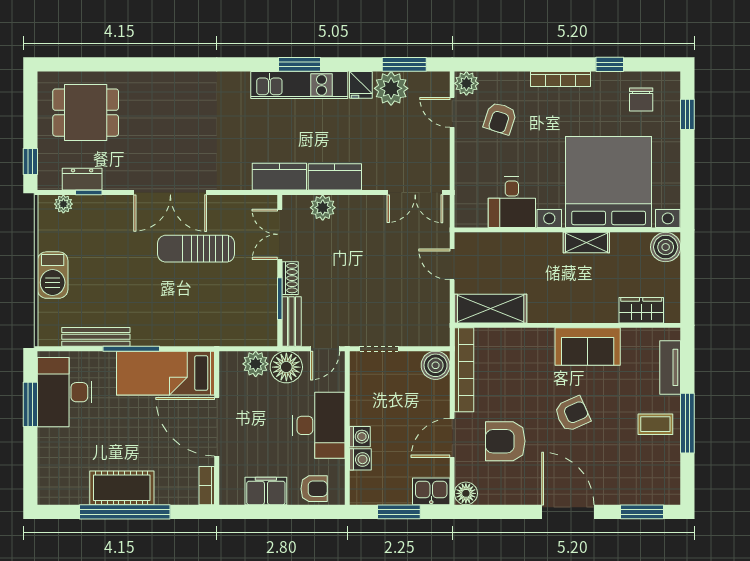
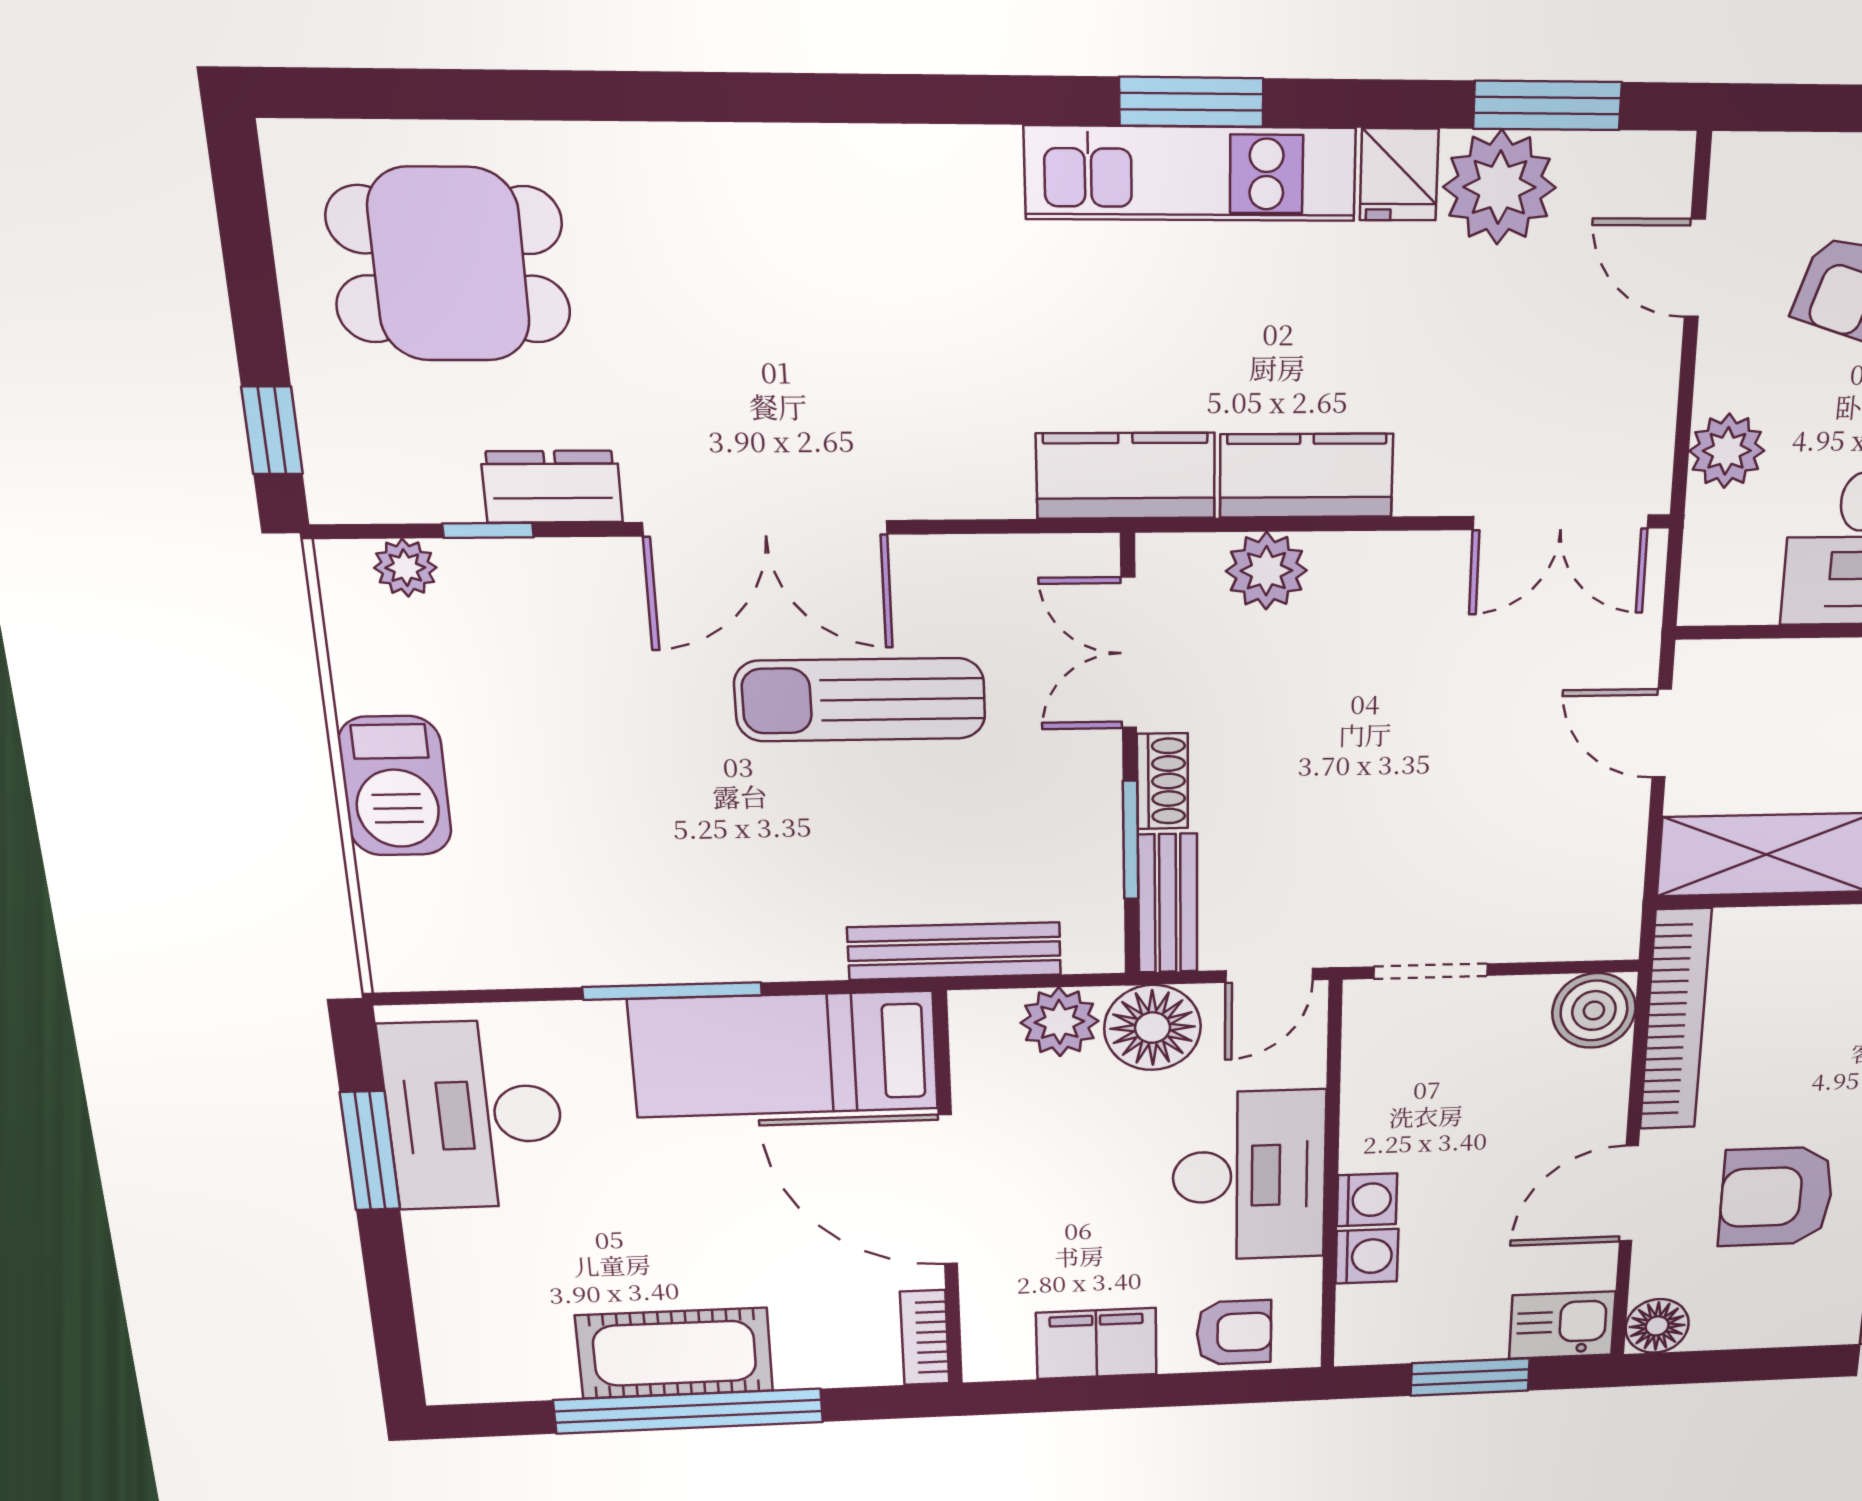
plant: (466, 83) -> (1727, 451), moved
dresser: (82, 179) -> (552, 487), moved
bench: (96, 337) -> (954, 951), moved

